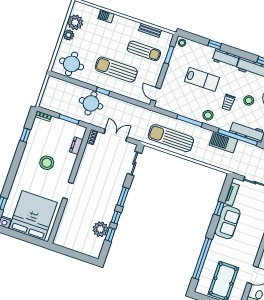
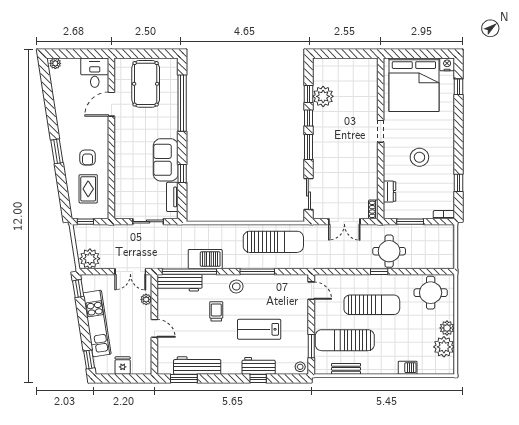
sun lounger: (144, 51) -> (345, 340), width x1.36, depth x1.34
workbench: (226, 58) -> (259, 366), moved
stool: (249, 100) -> (191, 323), removed

